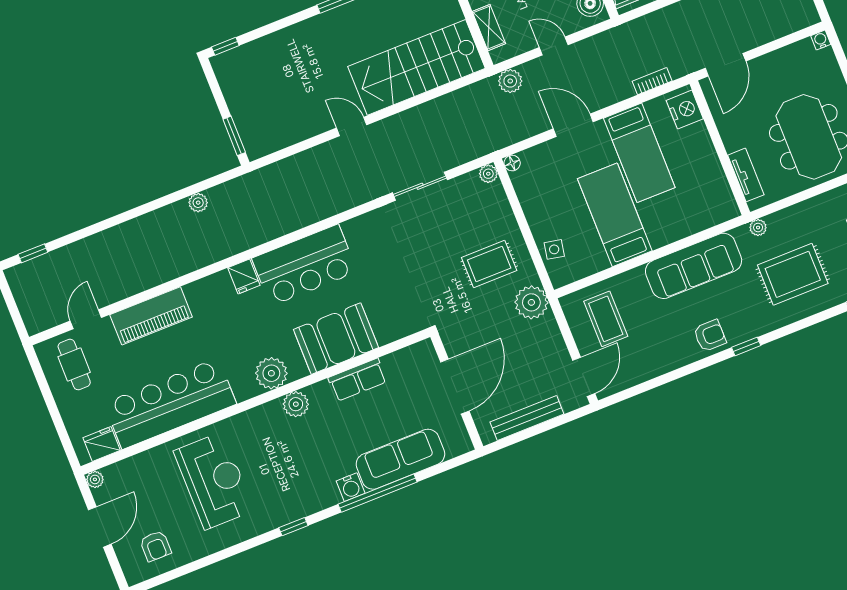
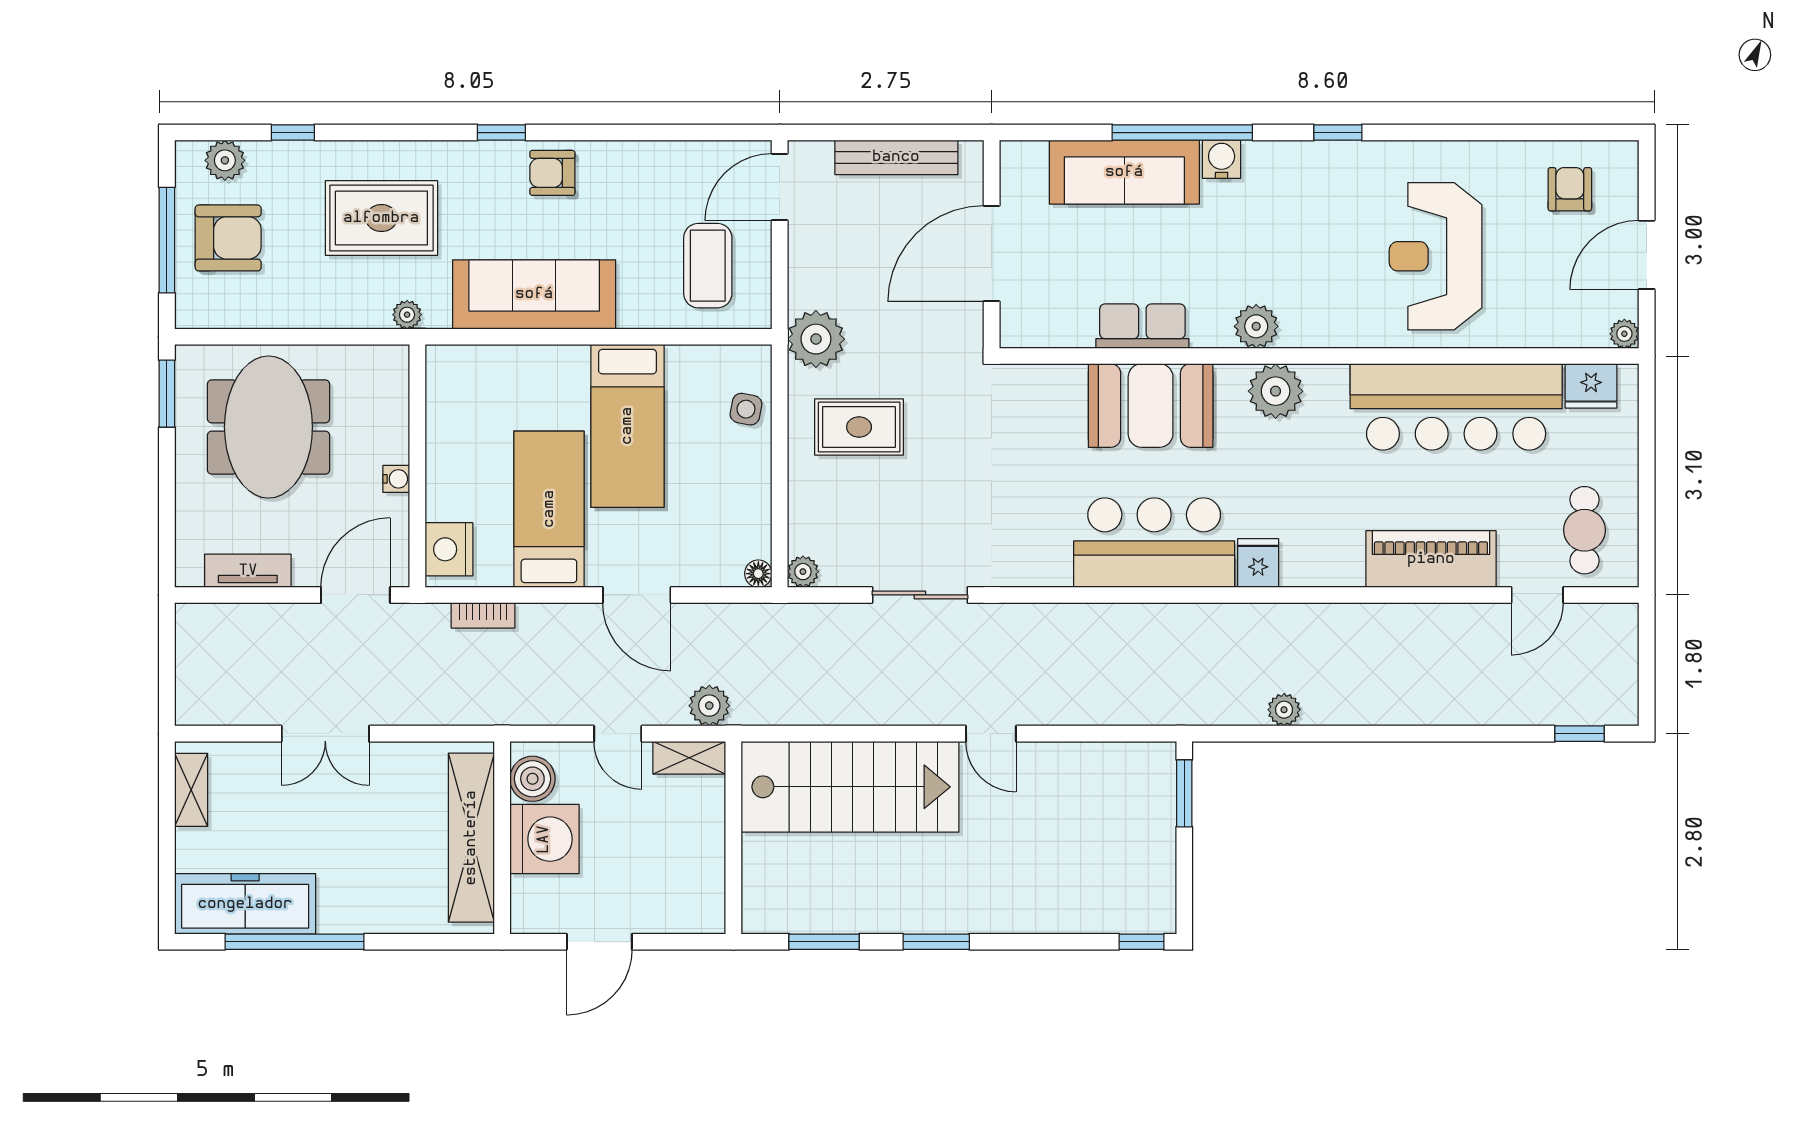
shelving: (489, 28) -> (689, 758), moved, turned 90
water cooler: (821, 40) -> (396, 479), moved, turned -90
tv unit: (746, 175) -> (248, 571), moved, turned 90

